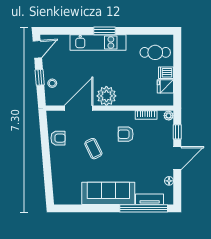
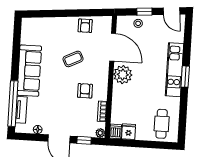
dishwasher: (166, 73) -> (115, 131), moved

